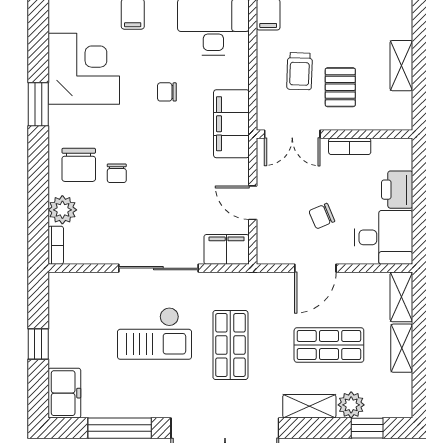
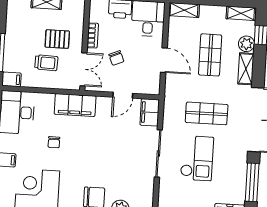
chair: (117, 173) -> (101, 175), removed
chair: (322, 216) -> (116, 58), moved
shelving: (402, 348) -> (241, 13), moved

